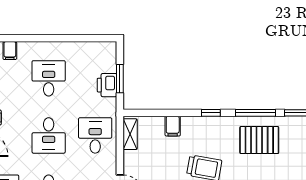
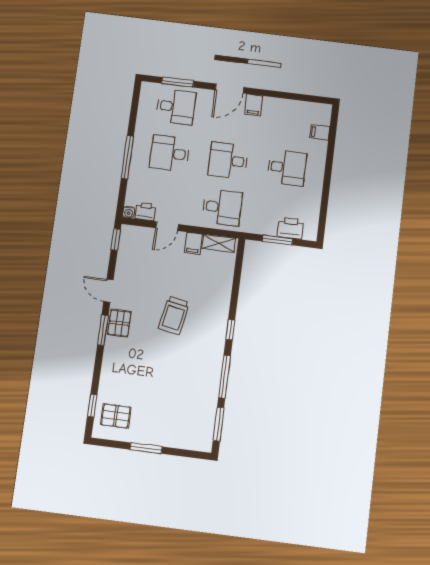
printer: (107, 85) -> (290, 228), moved
filing cabinet: (173, 126) -> (193, 243), moved, turned -90
pallet: (259, 140) -> (195, 377), removed

